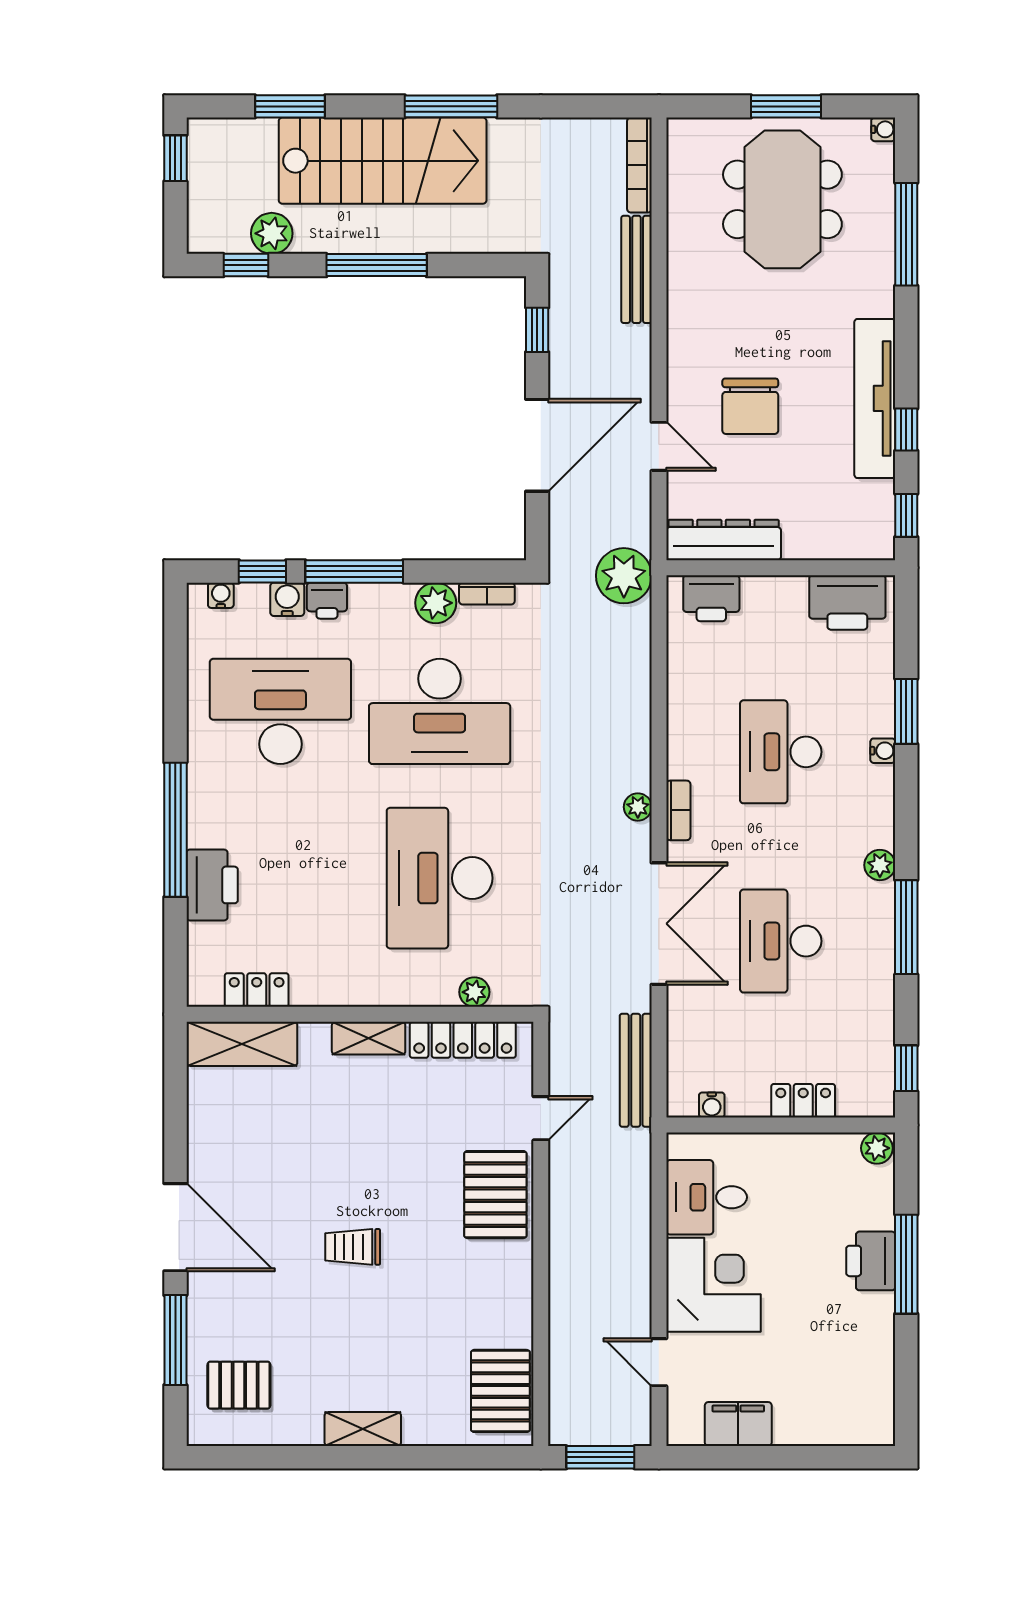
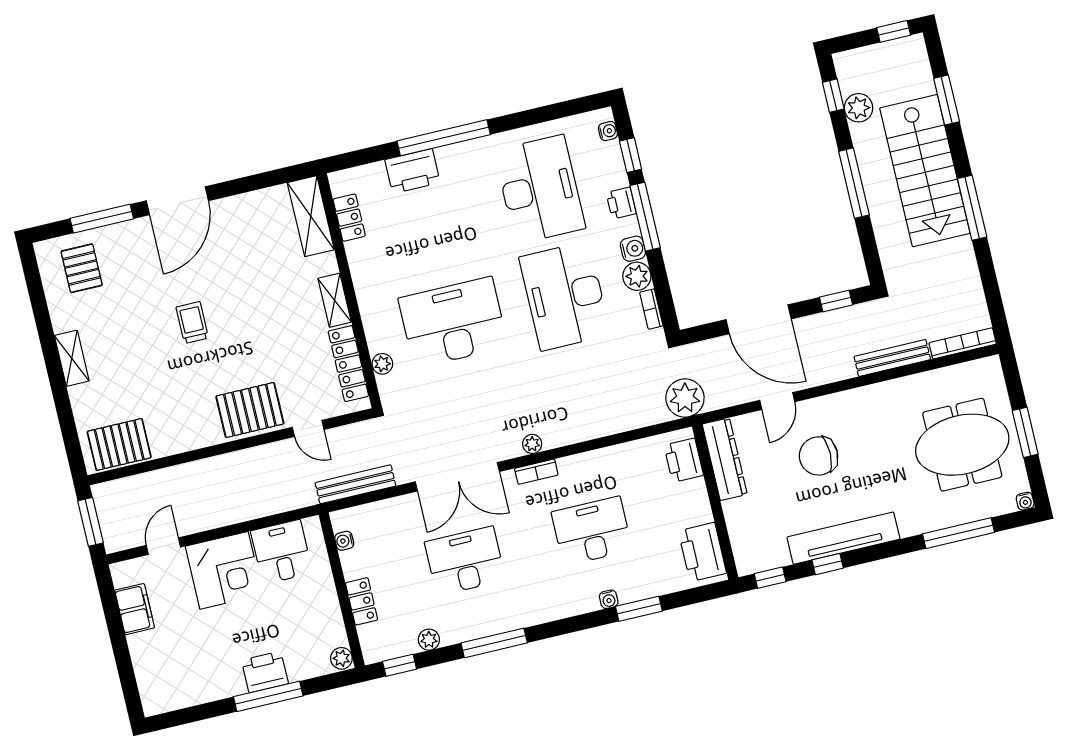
water cooler: (287, 599) -> (633, 249), moved
plant: (880, 865) -> (429, 640), moved

